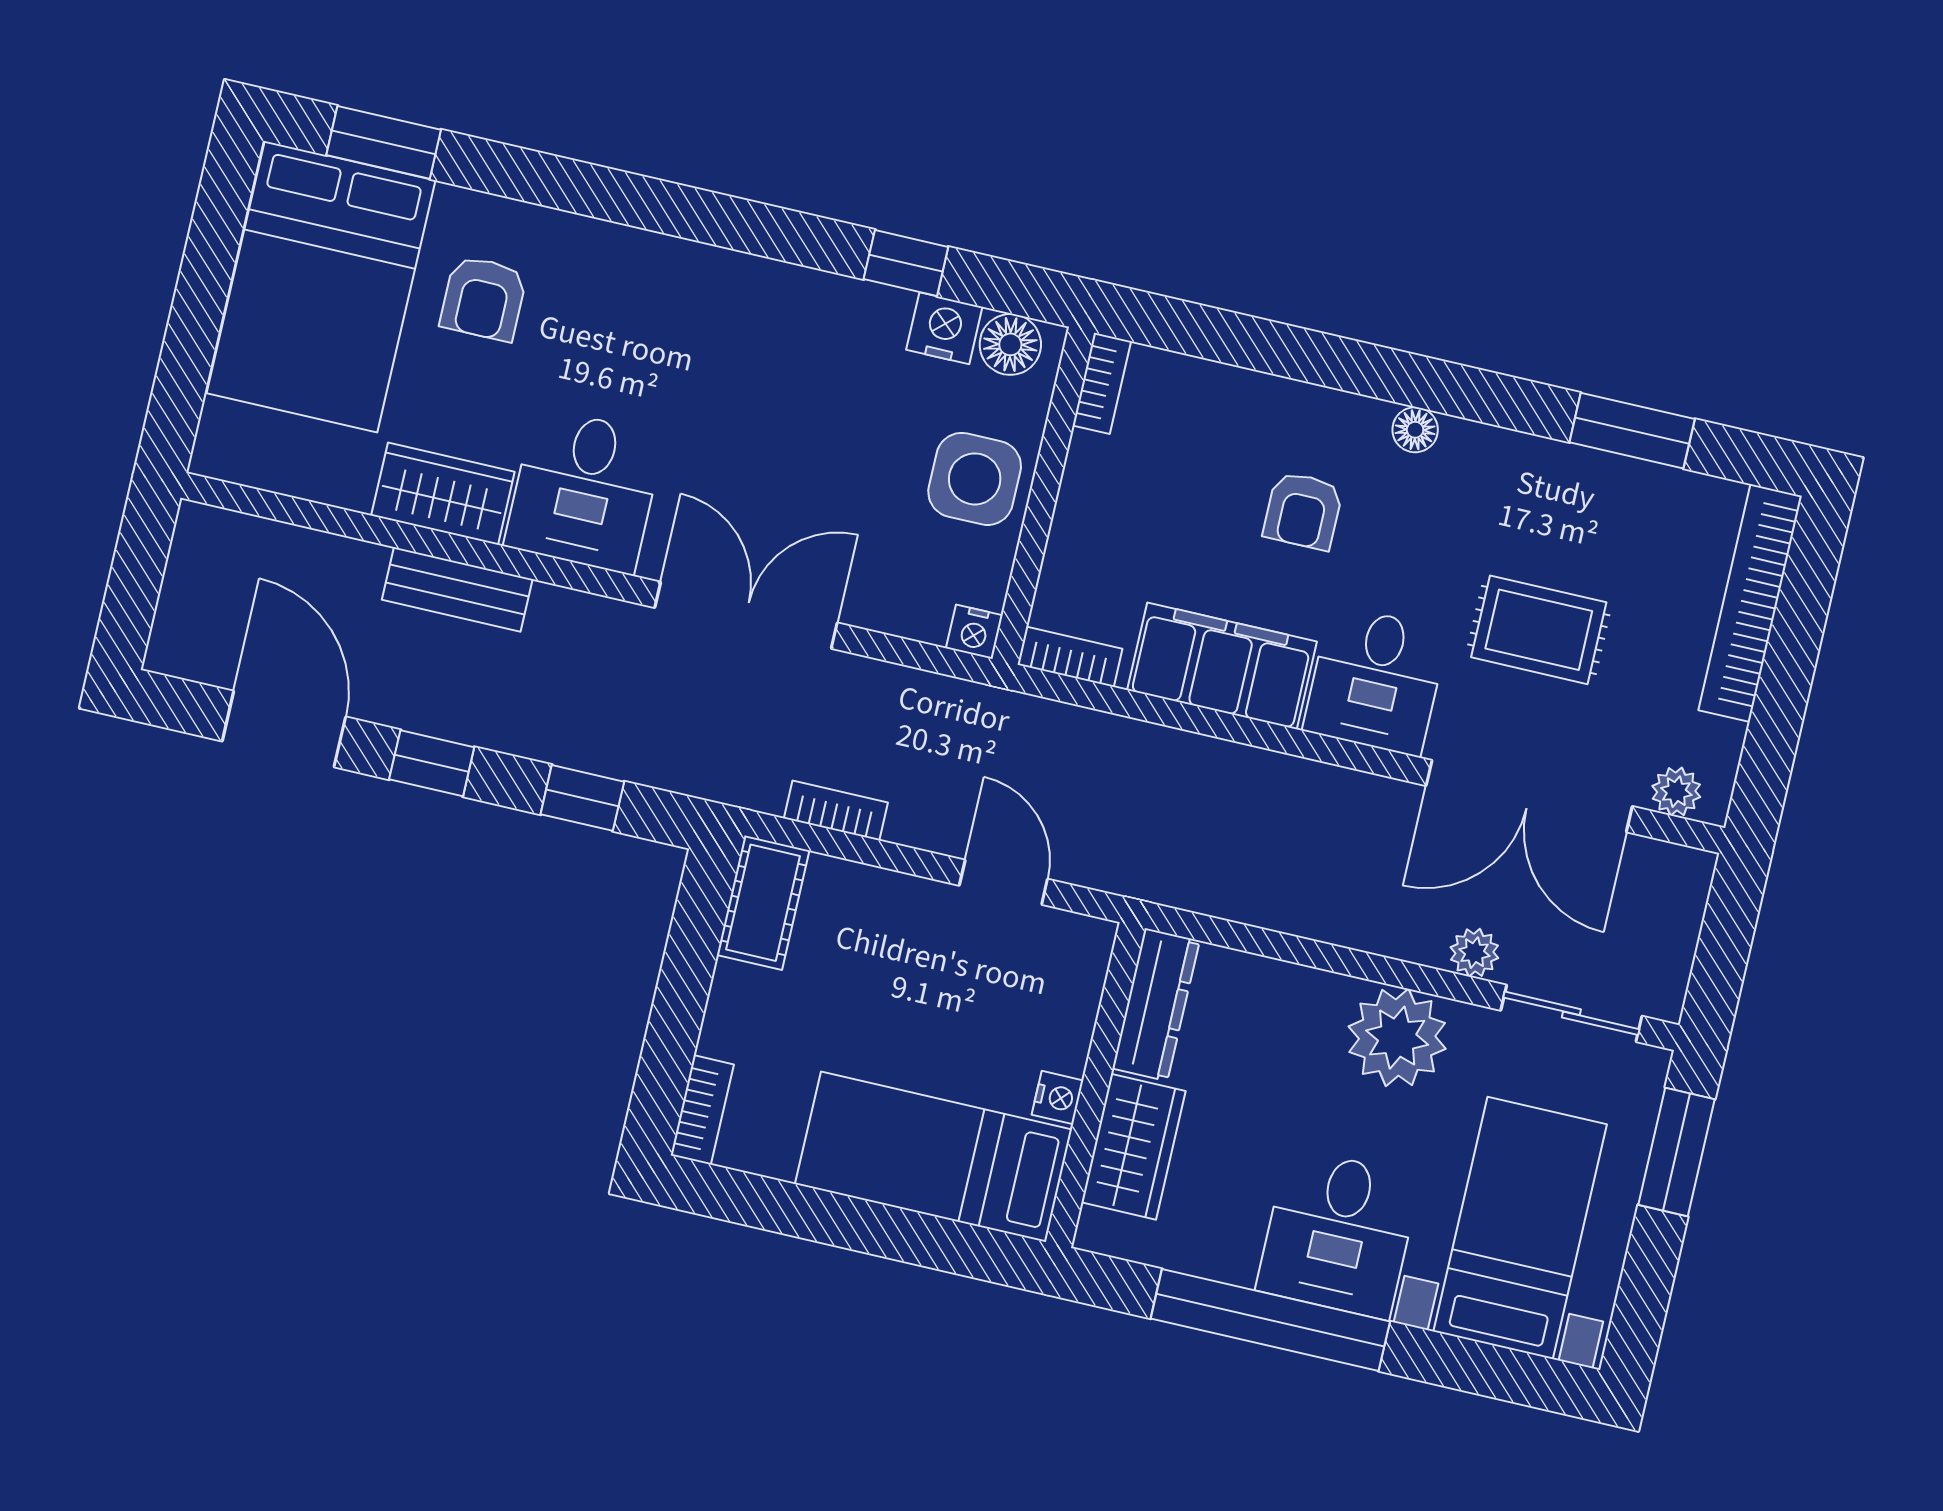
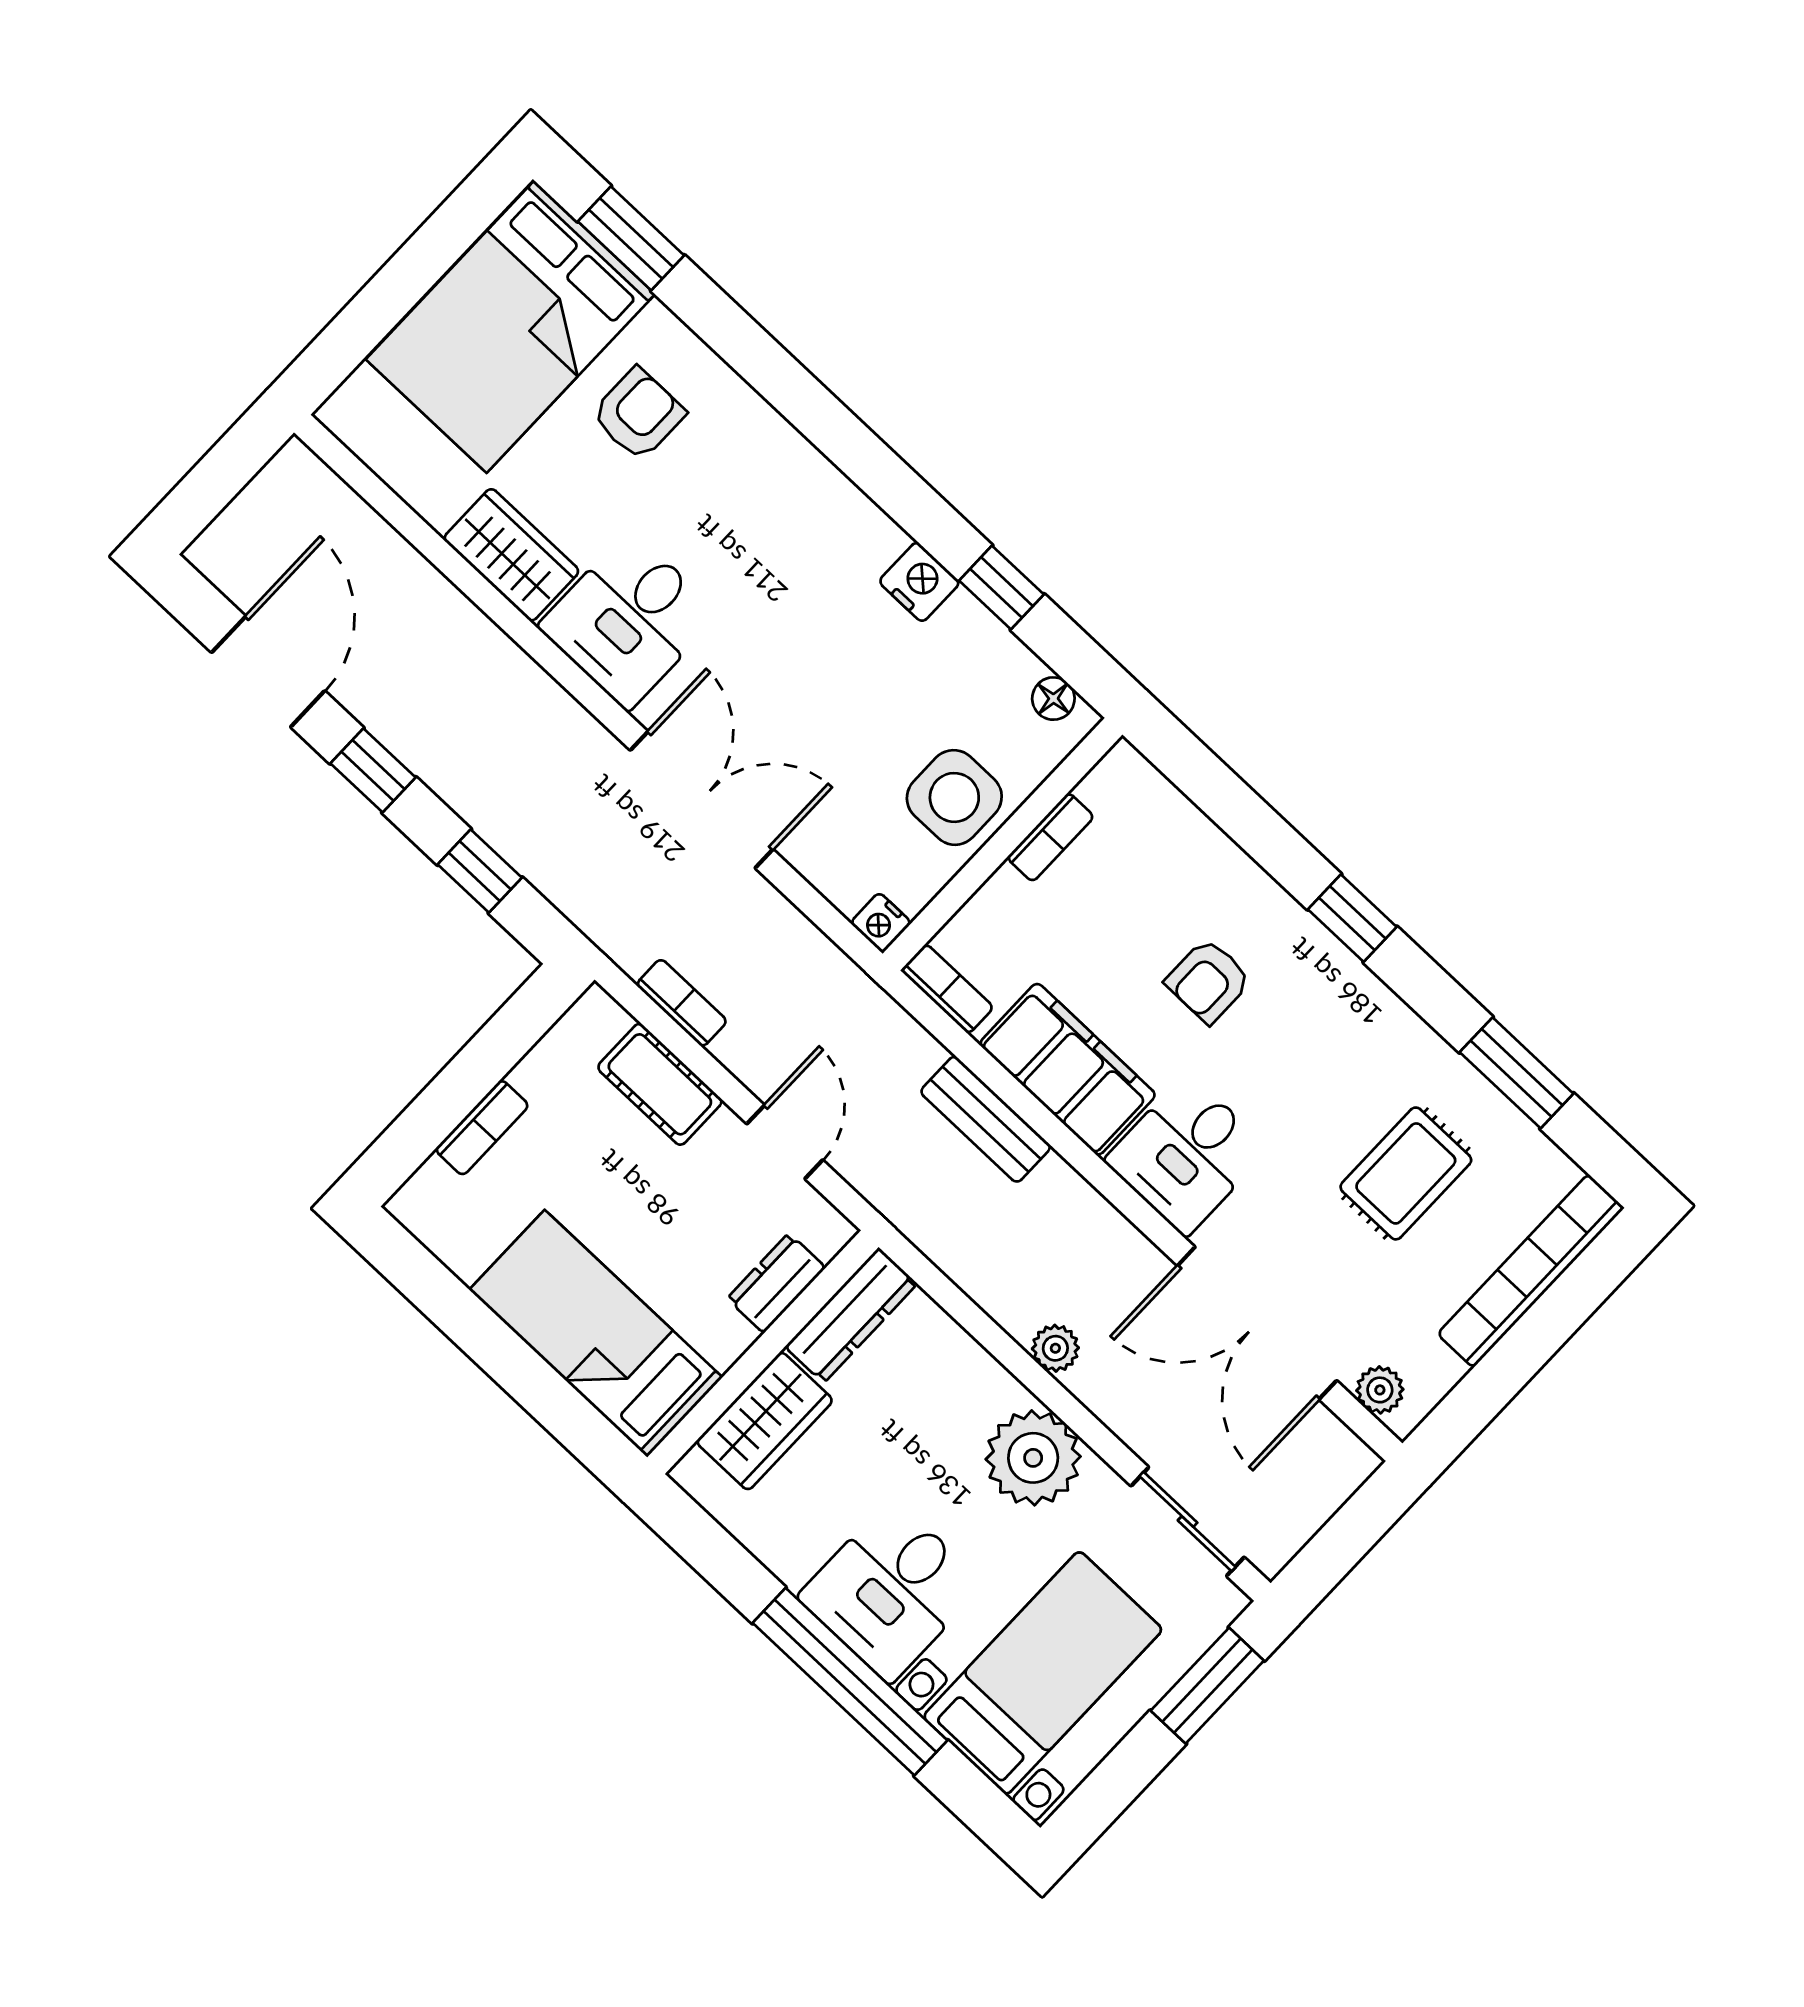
armchair: (484, 298) -> (638, 414), turned 180
nightstand: (944, 328) -> (919, 582), moved
floor lamp: (1010, 344) -> (1053, 699), width x0.73, depth x0.73
window: (1401, 377) -> (1352, 918), added
bookcase: (1102, 383) -> (1051, 837), moved
floor lamp: (1415, 430) -> (1339, 968), removed
bench: (457, 589) -> (986, 1119), moved
rug: (1539, 630) -> (1406, 1173), moved, turned 90
cot: (763, 903) -> (660, 1084), moved, turned 90
plant: (1474, 953) -> (1055, 1348), moved
dresser: (1071, 1015) -> (776, 1283), added
nightstand: (1058, 1098) -> (726, 1344), removed
bookcase: (702, 1110) -> (482, 1128), moved
window: (1270, 1320) -> (850, 1682), moved

